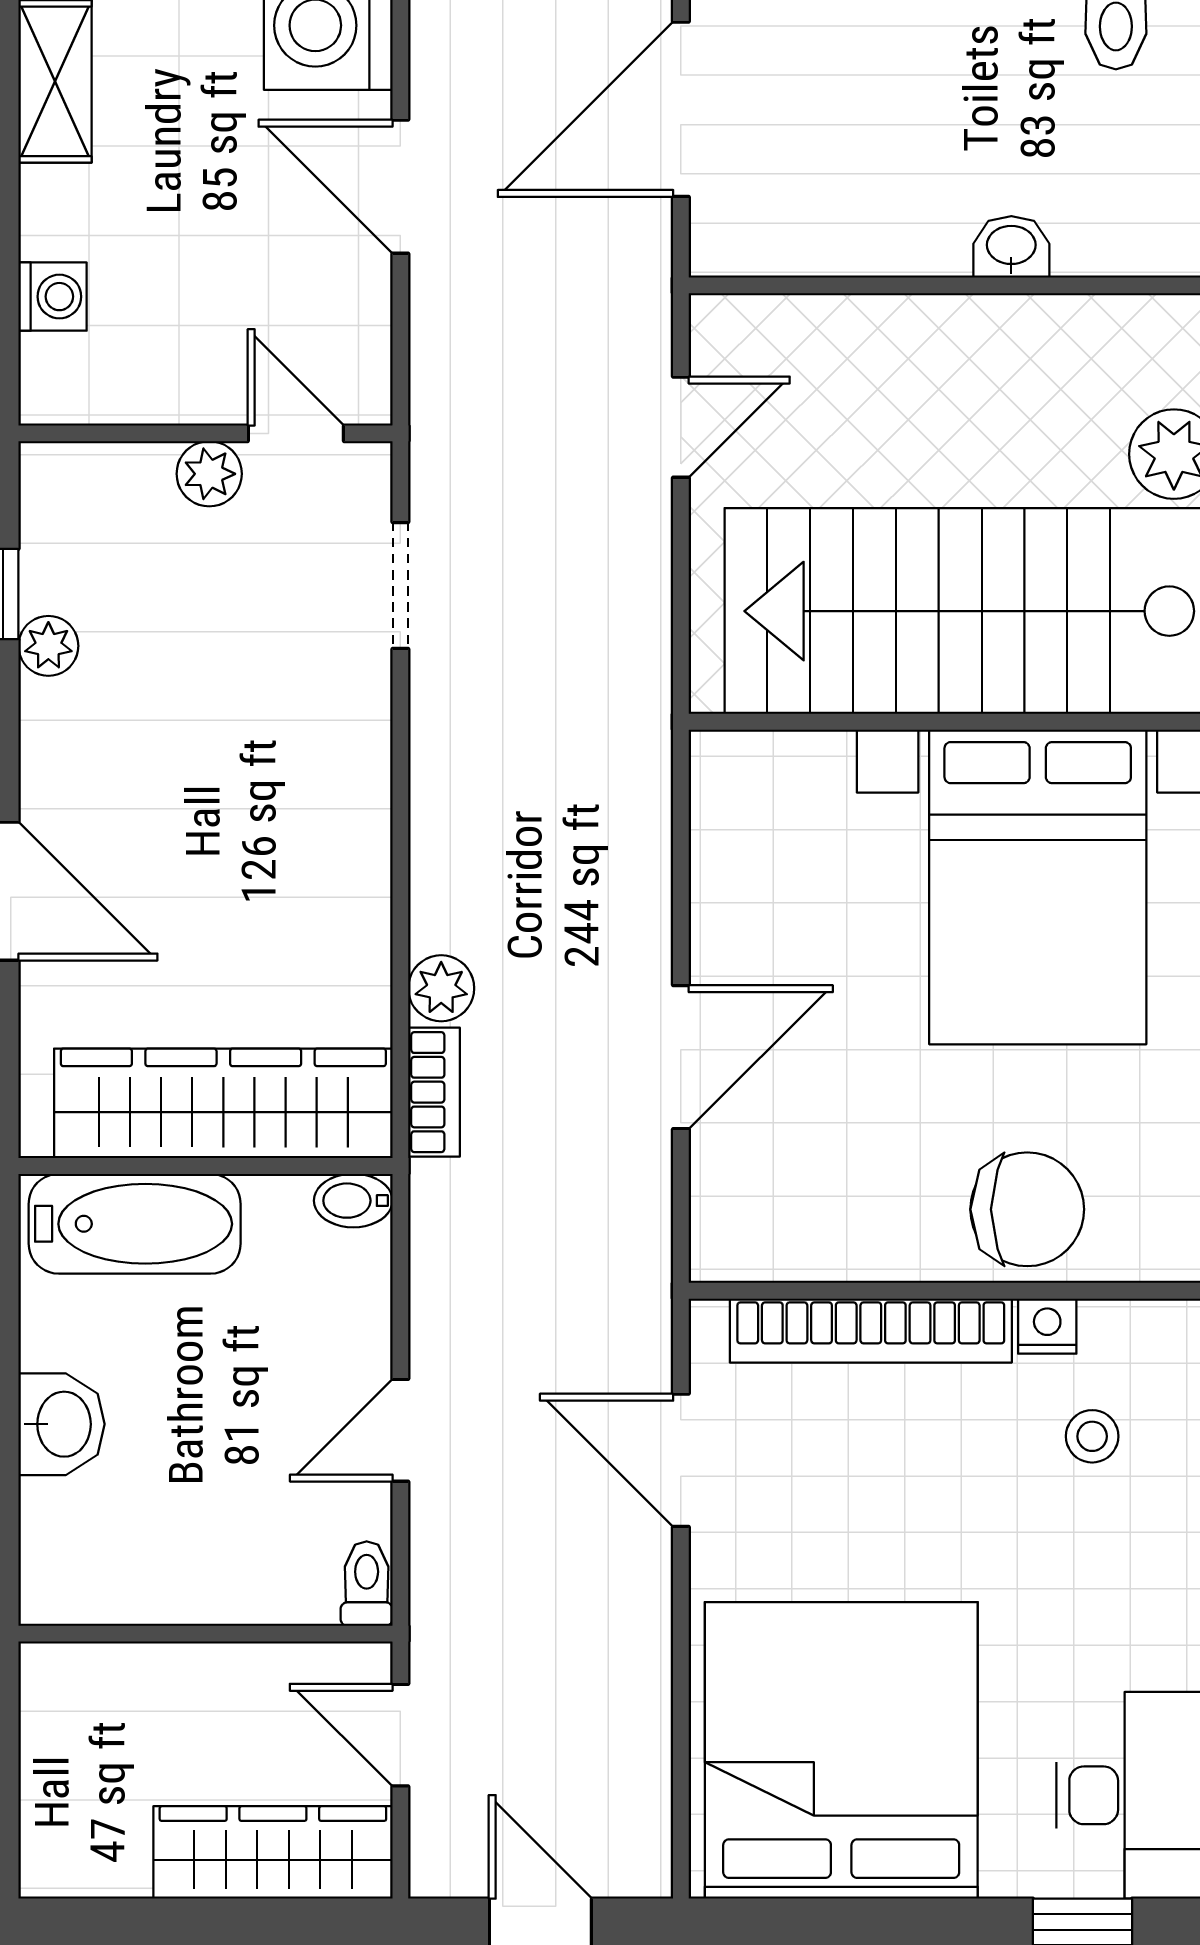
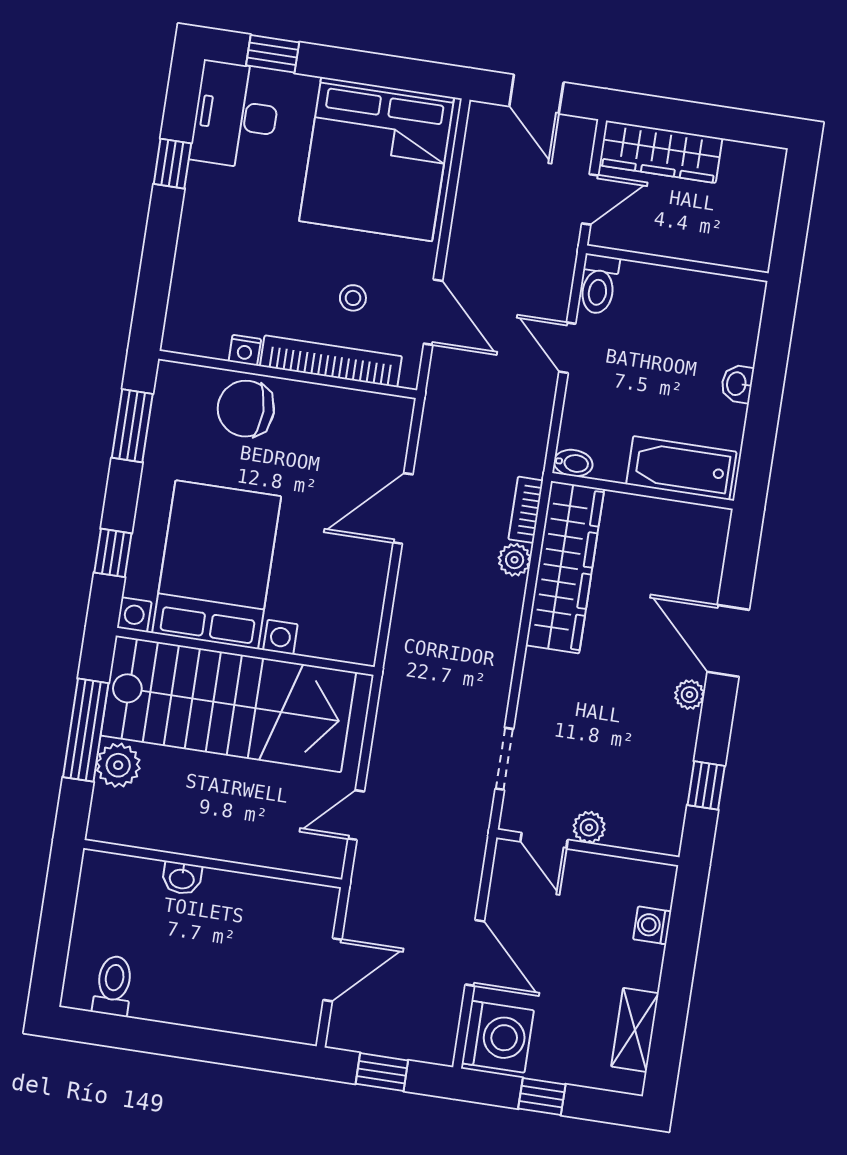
door: (681, 109) -> (332, 970), width x0.73
plant: (48, 646) -> (690, 695), moved
wardrobe: (223, 1103) -> (565, 567), moved, turned -90
washbasin: (61, 1424) -> (737, 384), width x0.72, depth x0.69
door: (400, 1430) -> (567, 348), swing flipped
stool: (1092, 1436) -> (353, 298), moved
toilet: (367, 1584) -> (599, 284), width x1.37, depth x1.39
door: (400, 1735) -> (590, 199), hinge flipped

